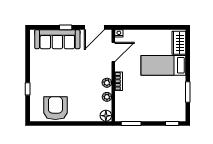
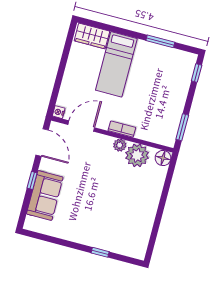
sofa: (57, 39) -> (45, 196), width x0.73
door: (113, 52) -> (81, 126), hinge flipped
plant: (107, 97) -> (137, 155), width x1.88, depth x1.88
armchair: (55, 108) -> (135, 222), removed

